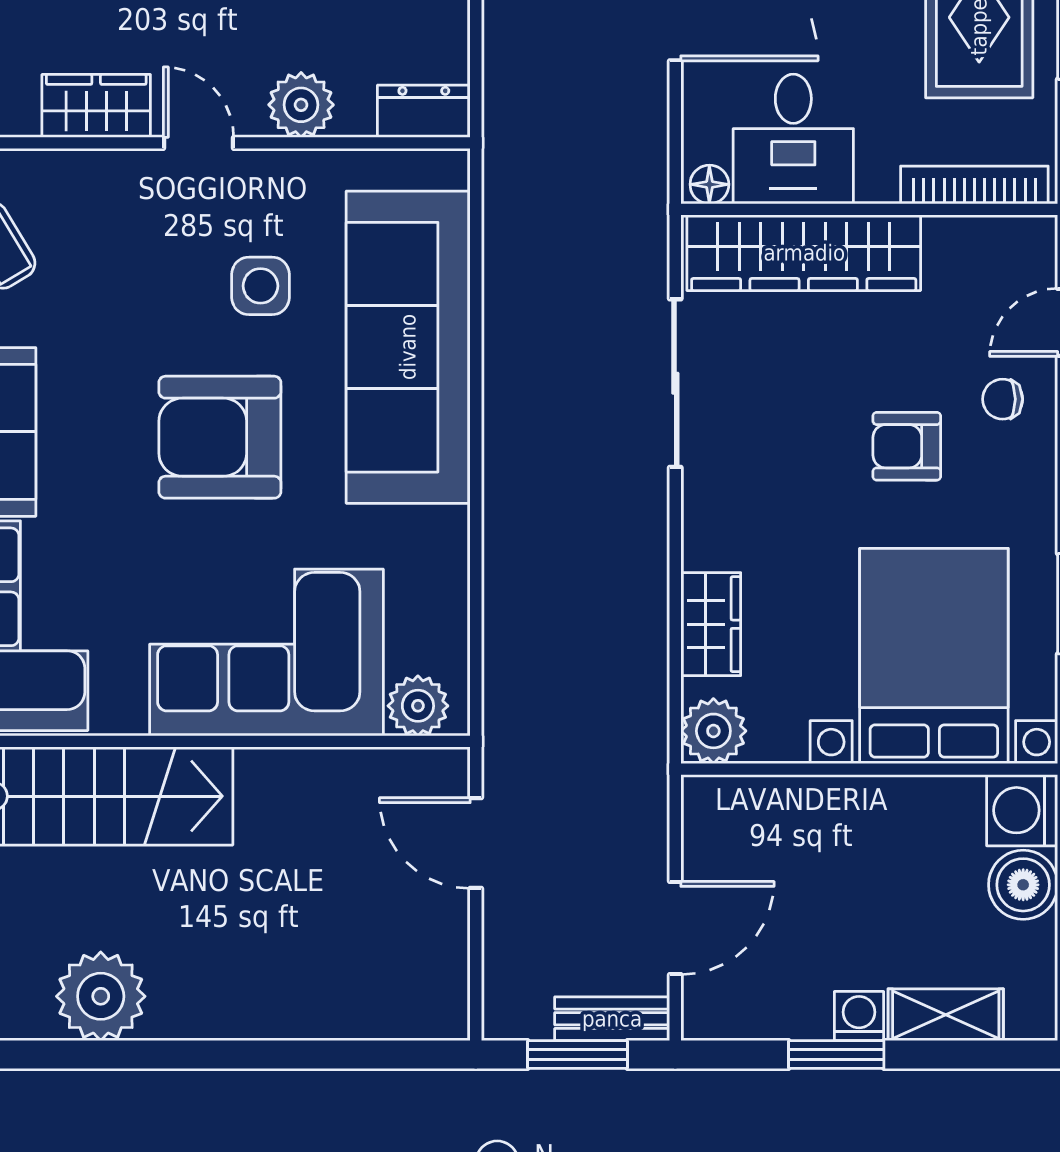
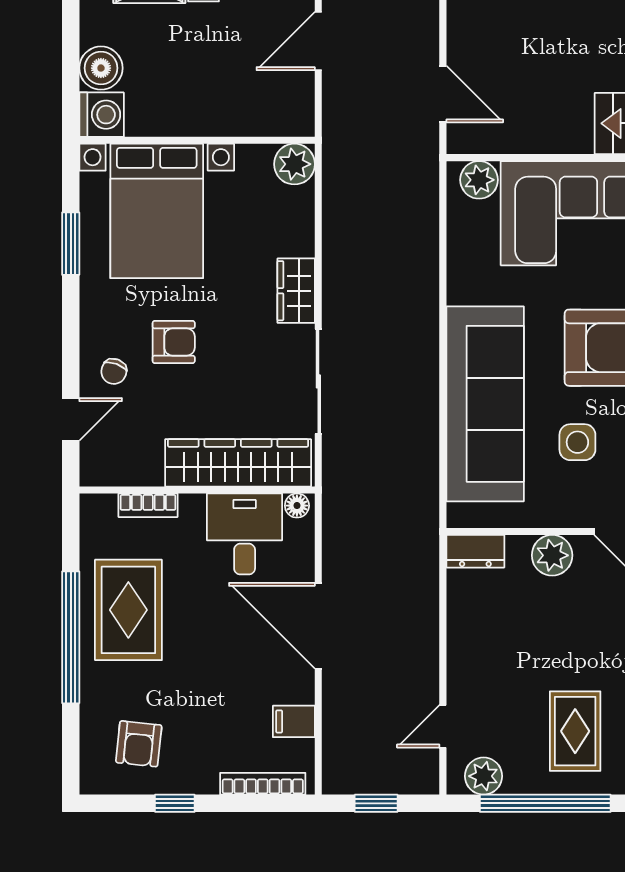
bookcase: (974, 185) -> (148, 505), width x0.64
chair: (1003, 399) -> (114, 371), turned 110
wardrobe: (711, 624) -> (296, 291), moved

